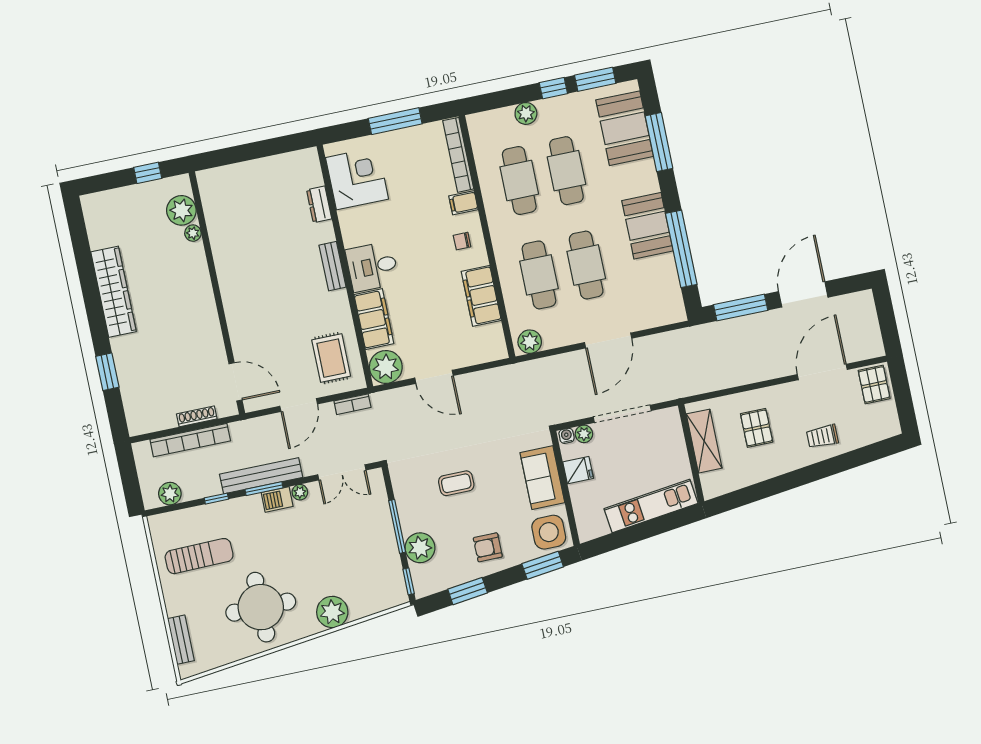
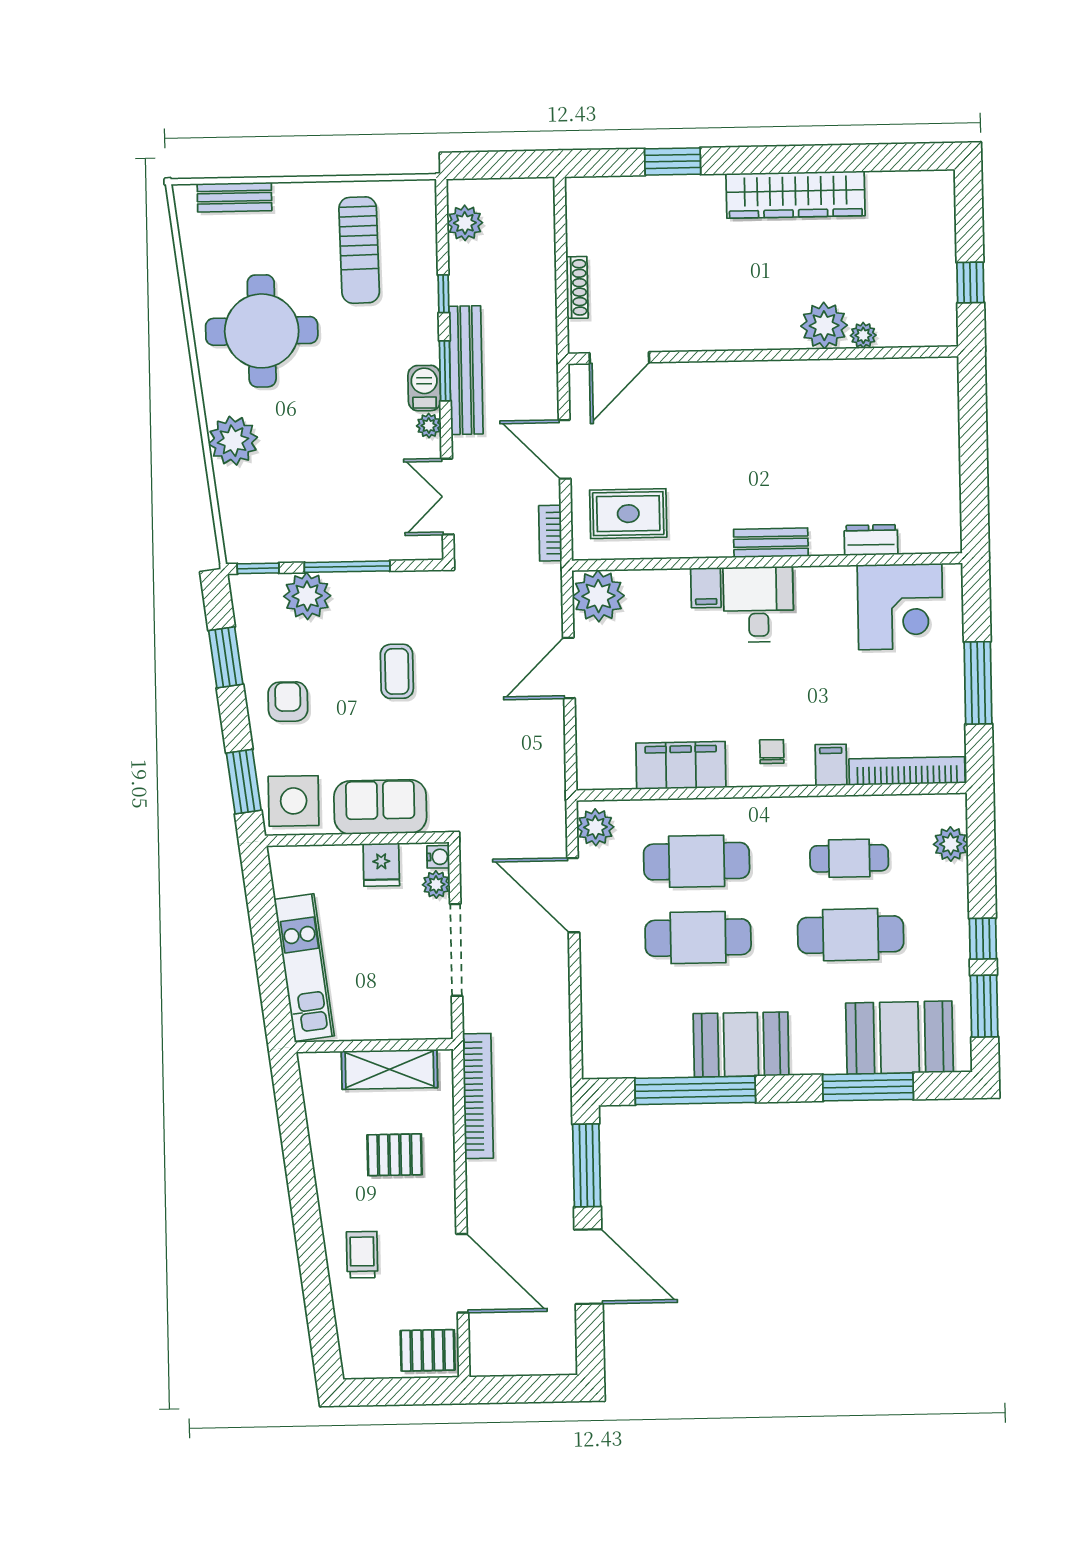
plant: (526, 113) -> (951, 844), moved
cafe table: (519, 180) -> (849, 858), width x0.73, depth x0.74
plant: (181, 210) -> (824, 326), moved
filing cabinet: (374, 319) -> (706, 588), width x0.33, depth x0.86
door: (608, 340) -> (573, 895), moved
bookcase: (190, 440) -> (478, 1096), moved, turned 180

